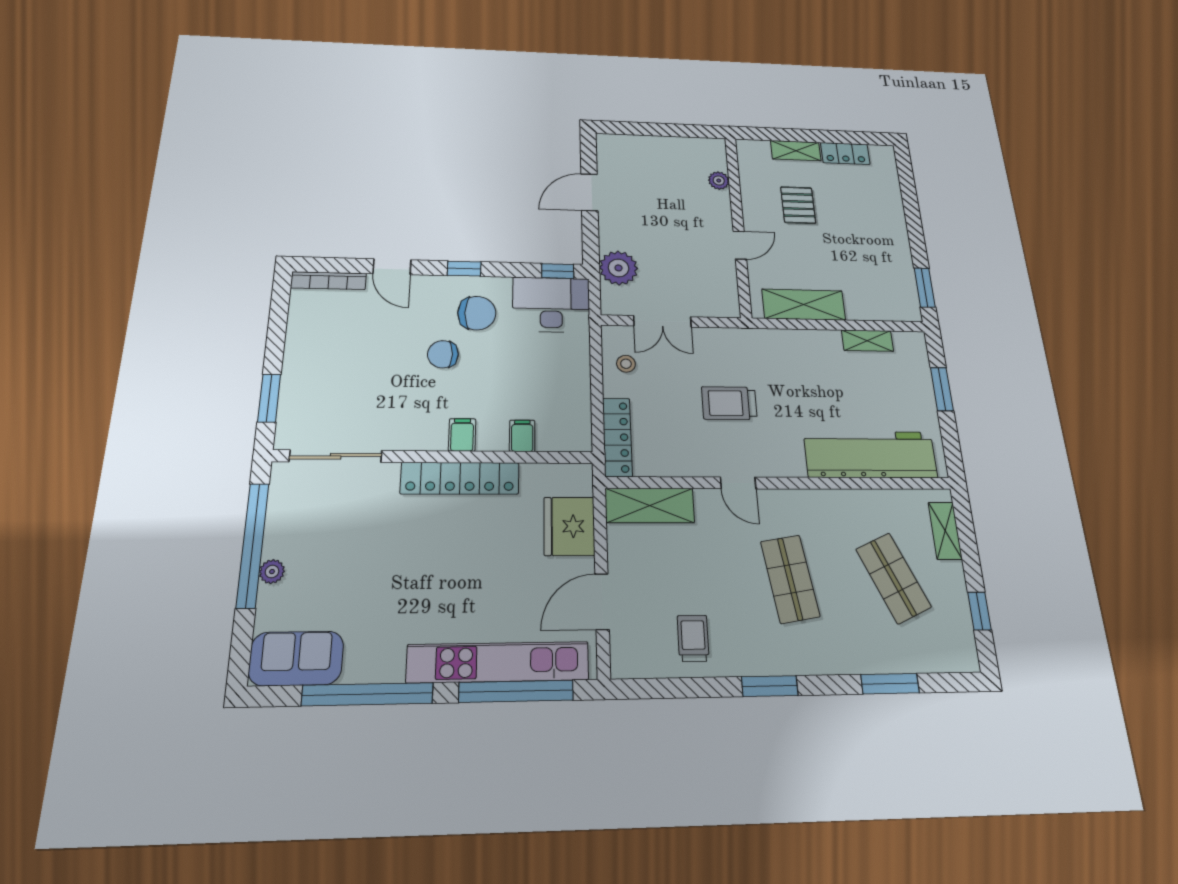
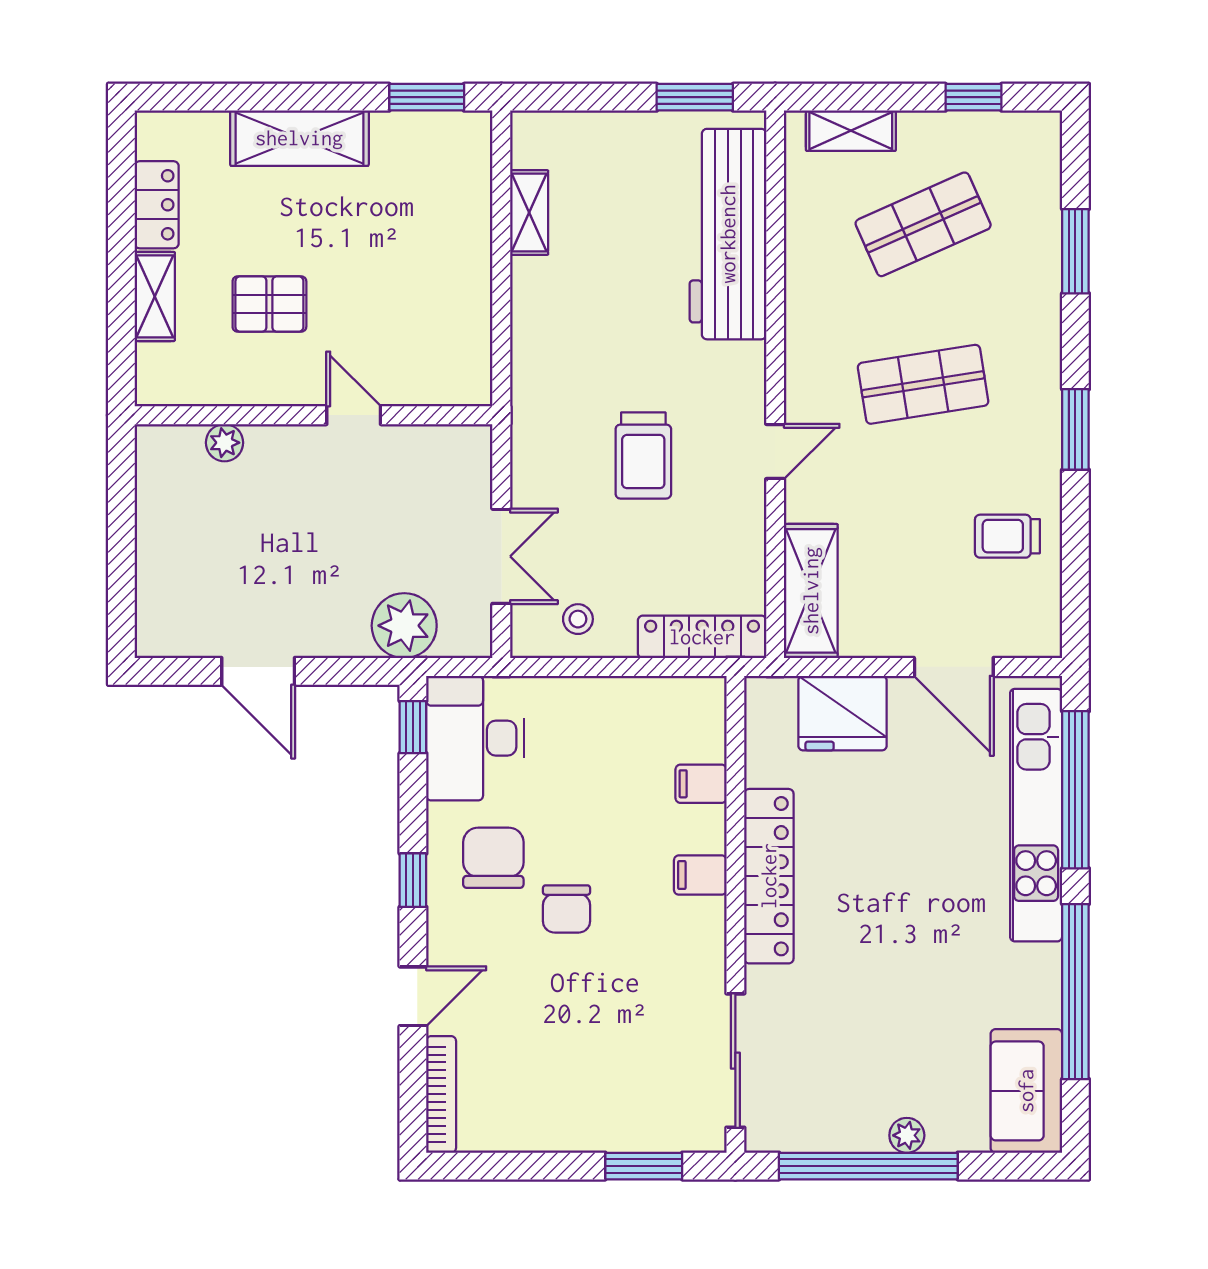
shelving: (804, 305) -> (299, 138), moved, turned 90
window: (942, 389) -> (695, 97), moved

